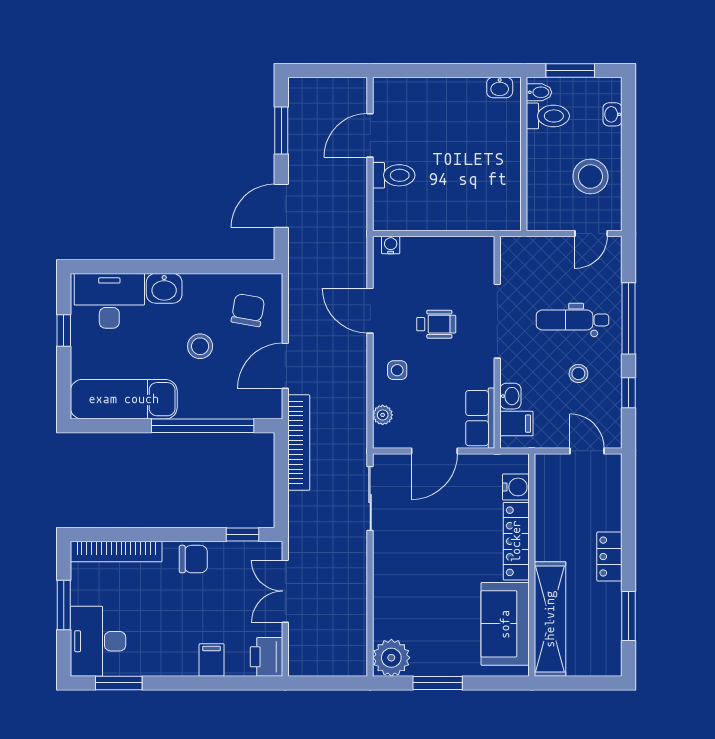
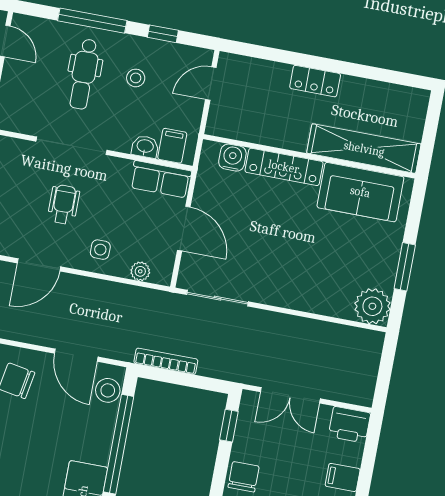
stool: (200, 346) -> (108, 390), moved
bookcase: (299, 443) -> (166, 361), width x0.68, depth x0.76
window: (629, 616) -> (375, 74), removed

